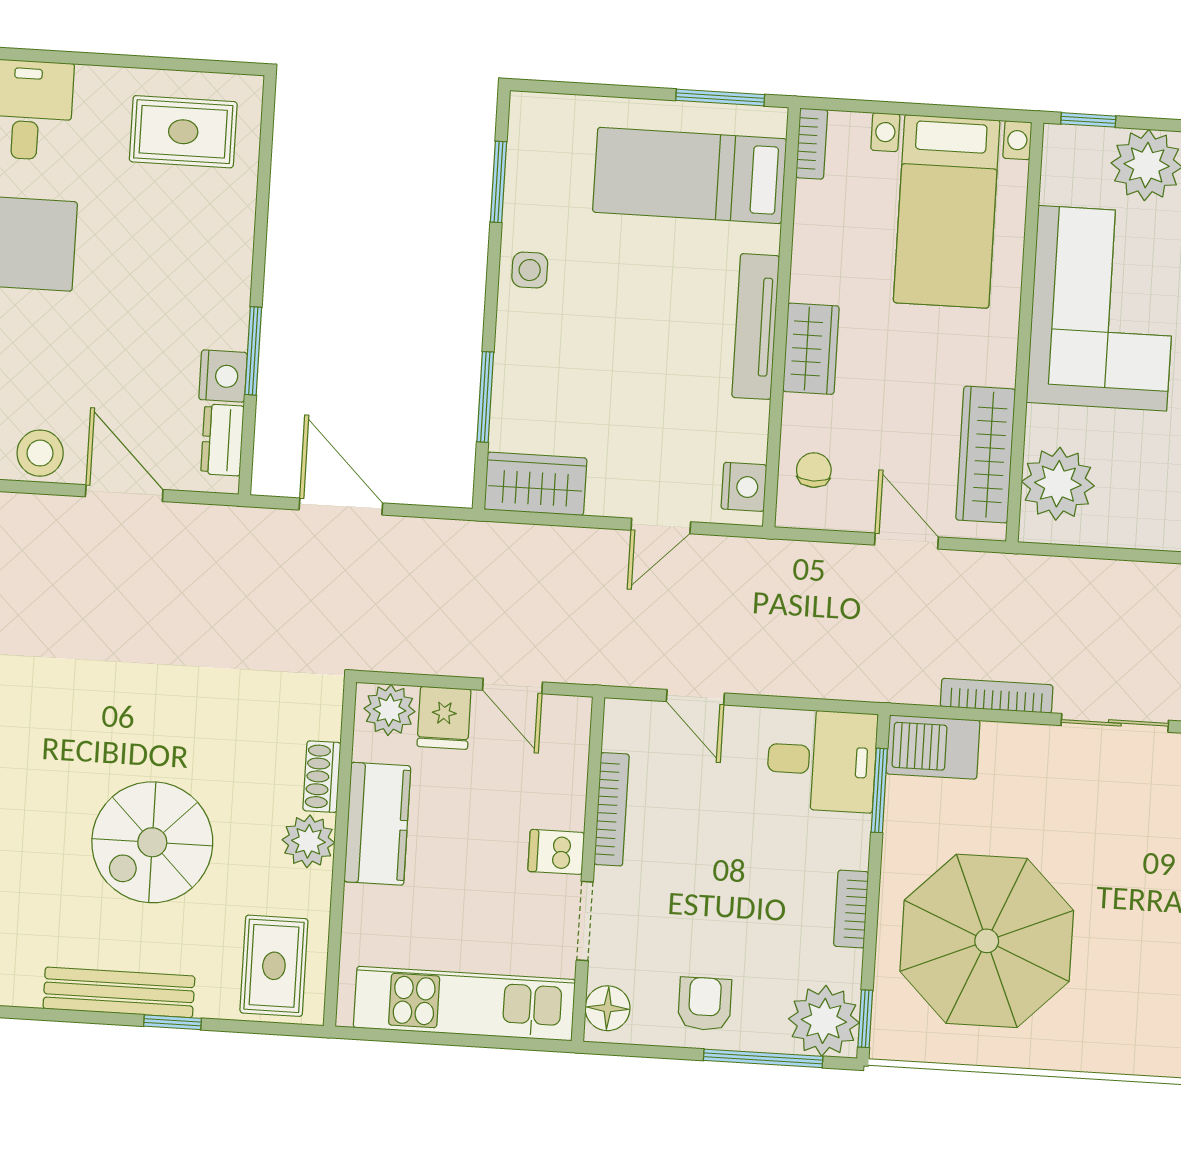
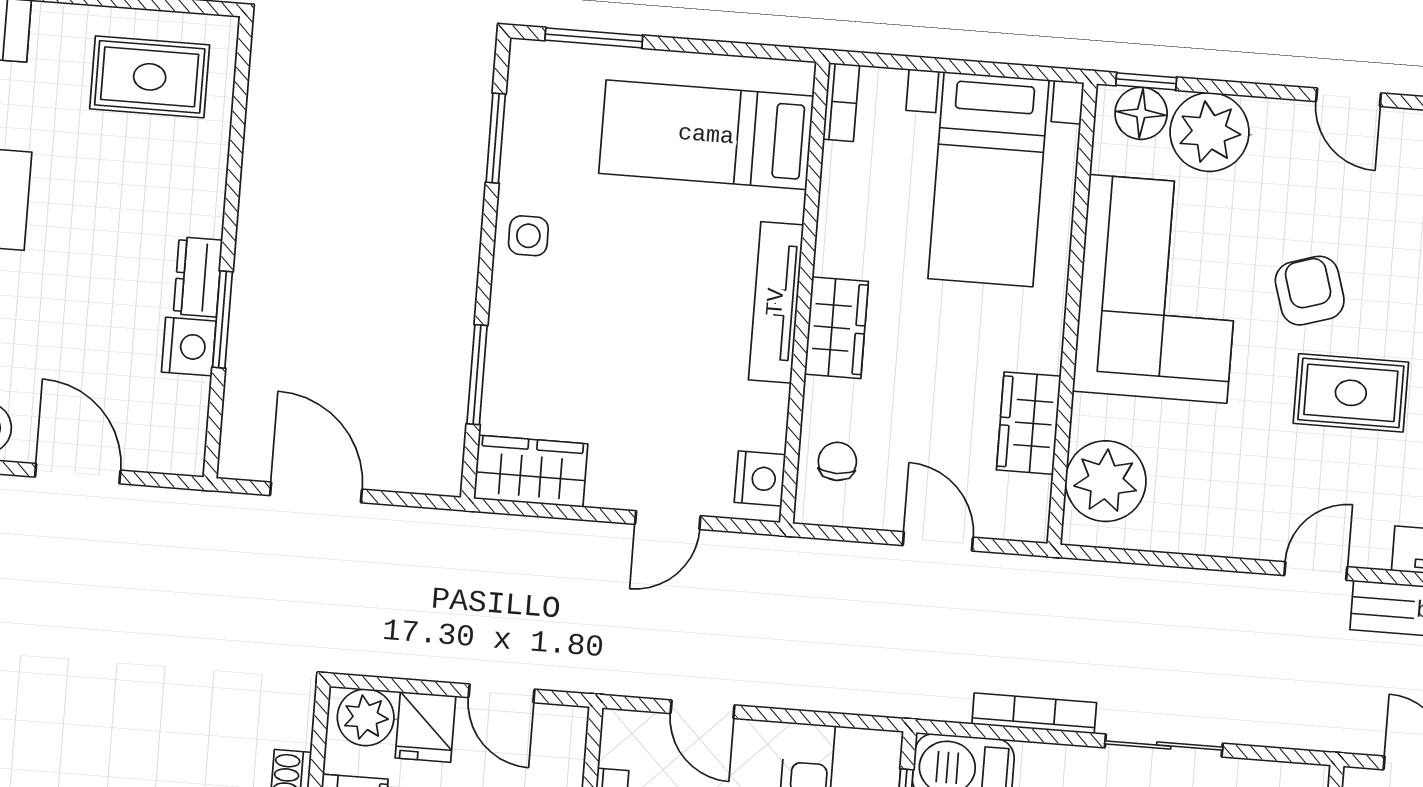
window: (720, 97) -> (594, 38), moved
floor lamp: (1084, 149) -> (1141, 113), added
dresser: (222, 440) -> (198, 277), moved
wardrobe: (986, 455) -> (1029, 423), width x0.67

